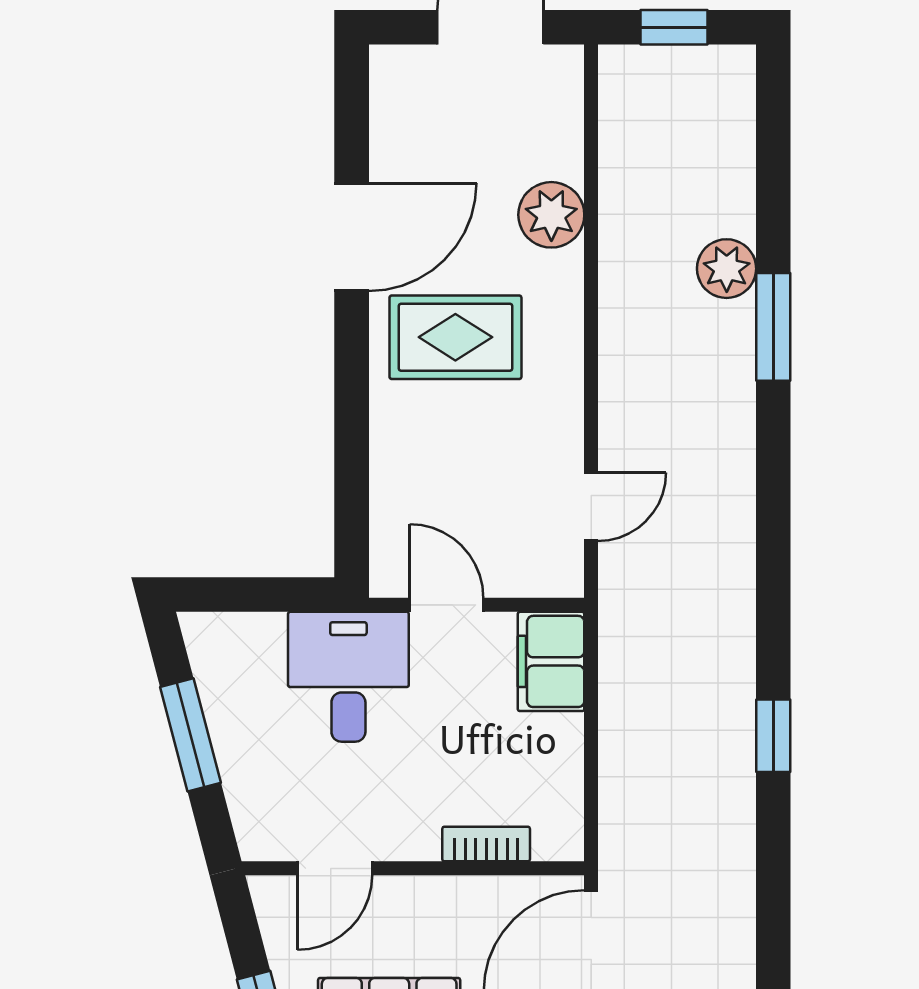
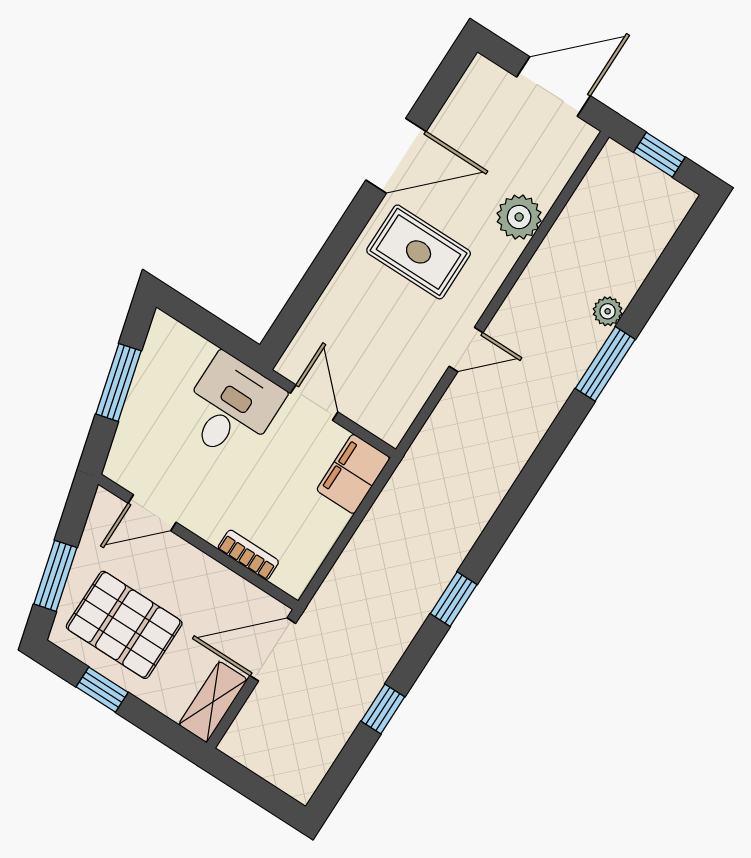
plant: (727, 269) -> (608, 311), width x0.73, depth x0.73
door: (591, 507) -> (466, 350), moved
window: (773, 927) -> (383, 709), added

